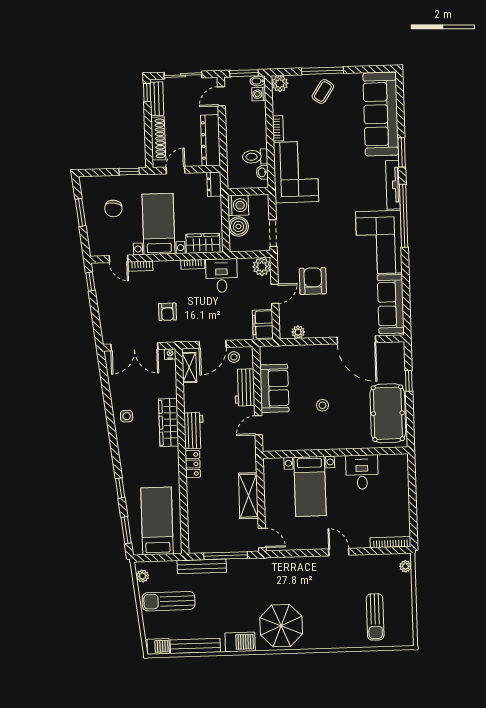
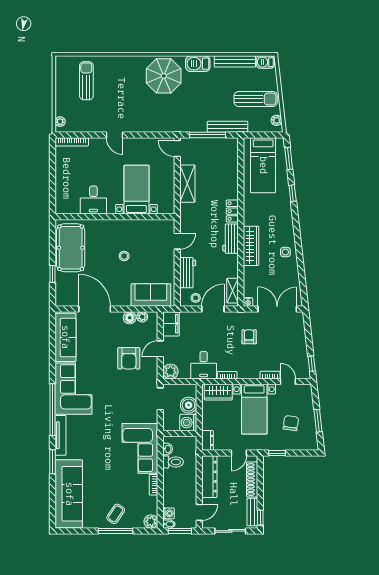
floor lamp: (313, 330) -> (130, 318), added
sofa: (274, 388) -> (151, 295), moved, turned 90

